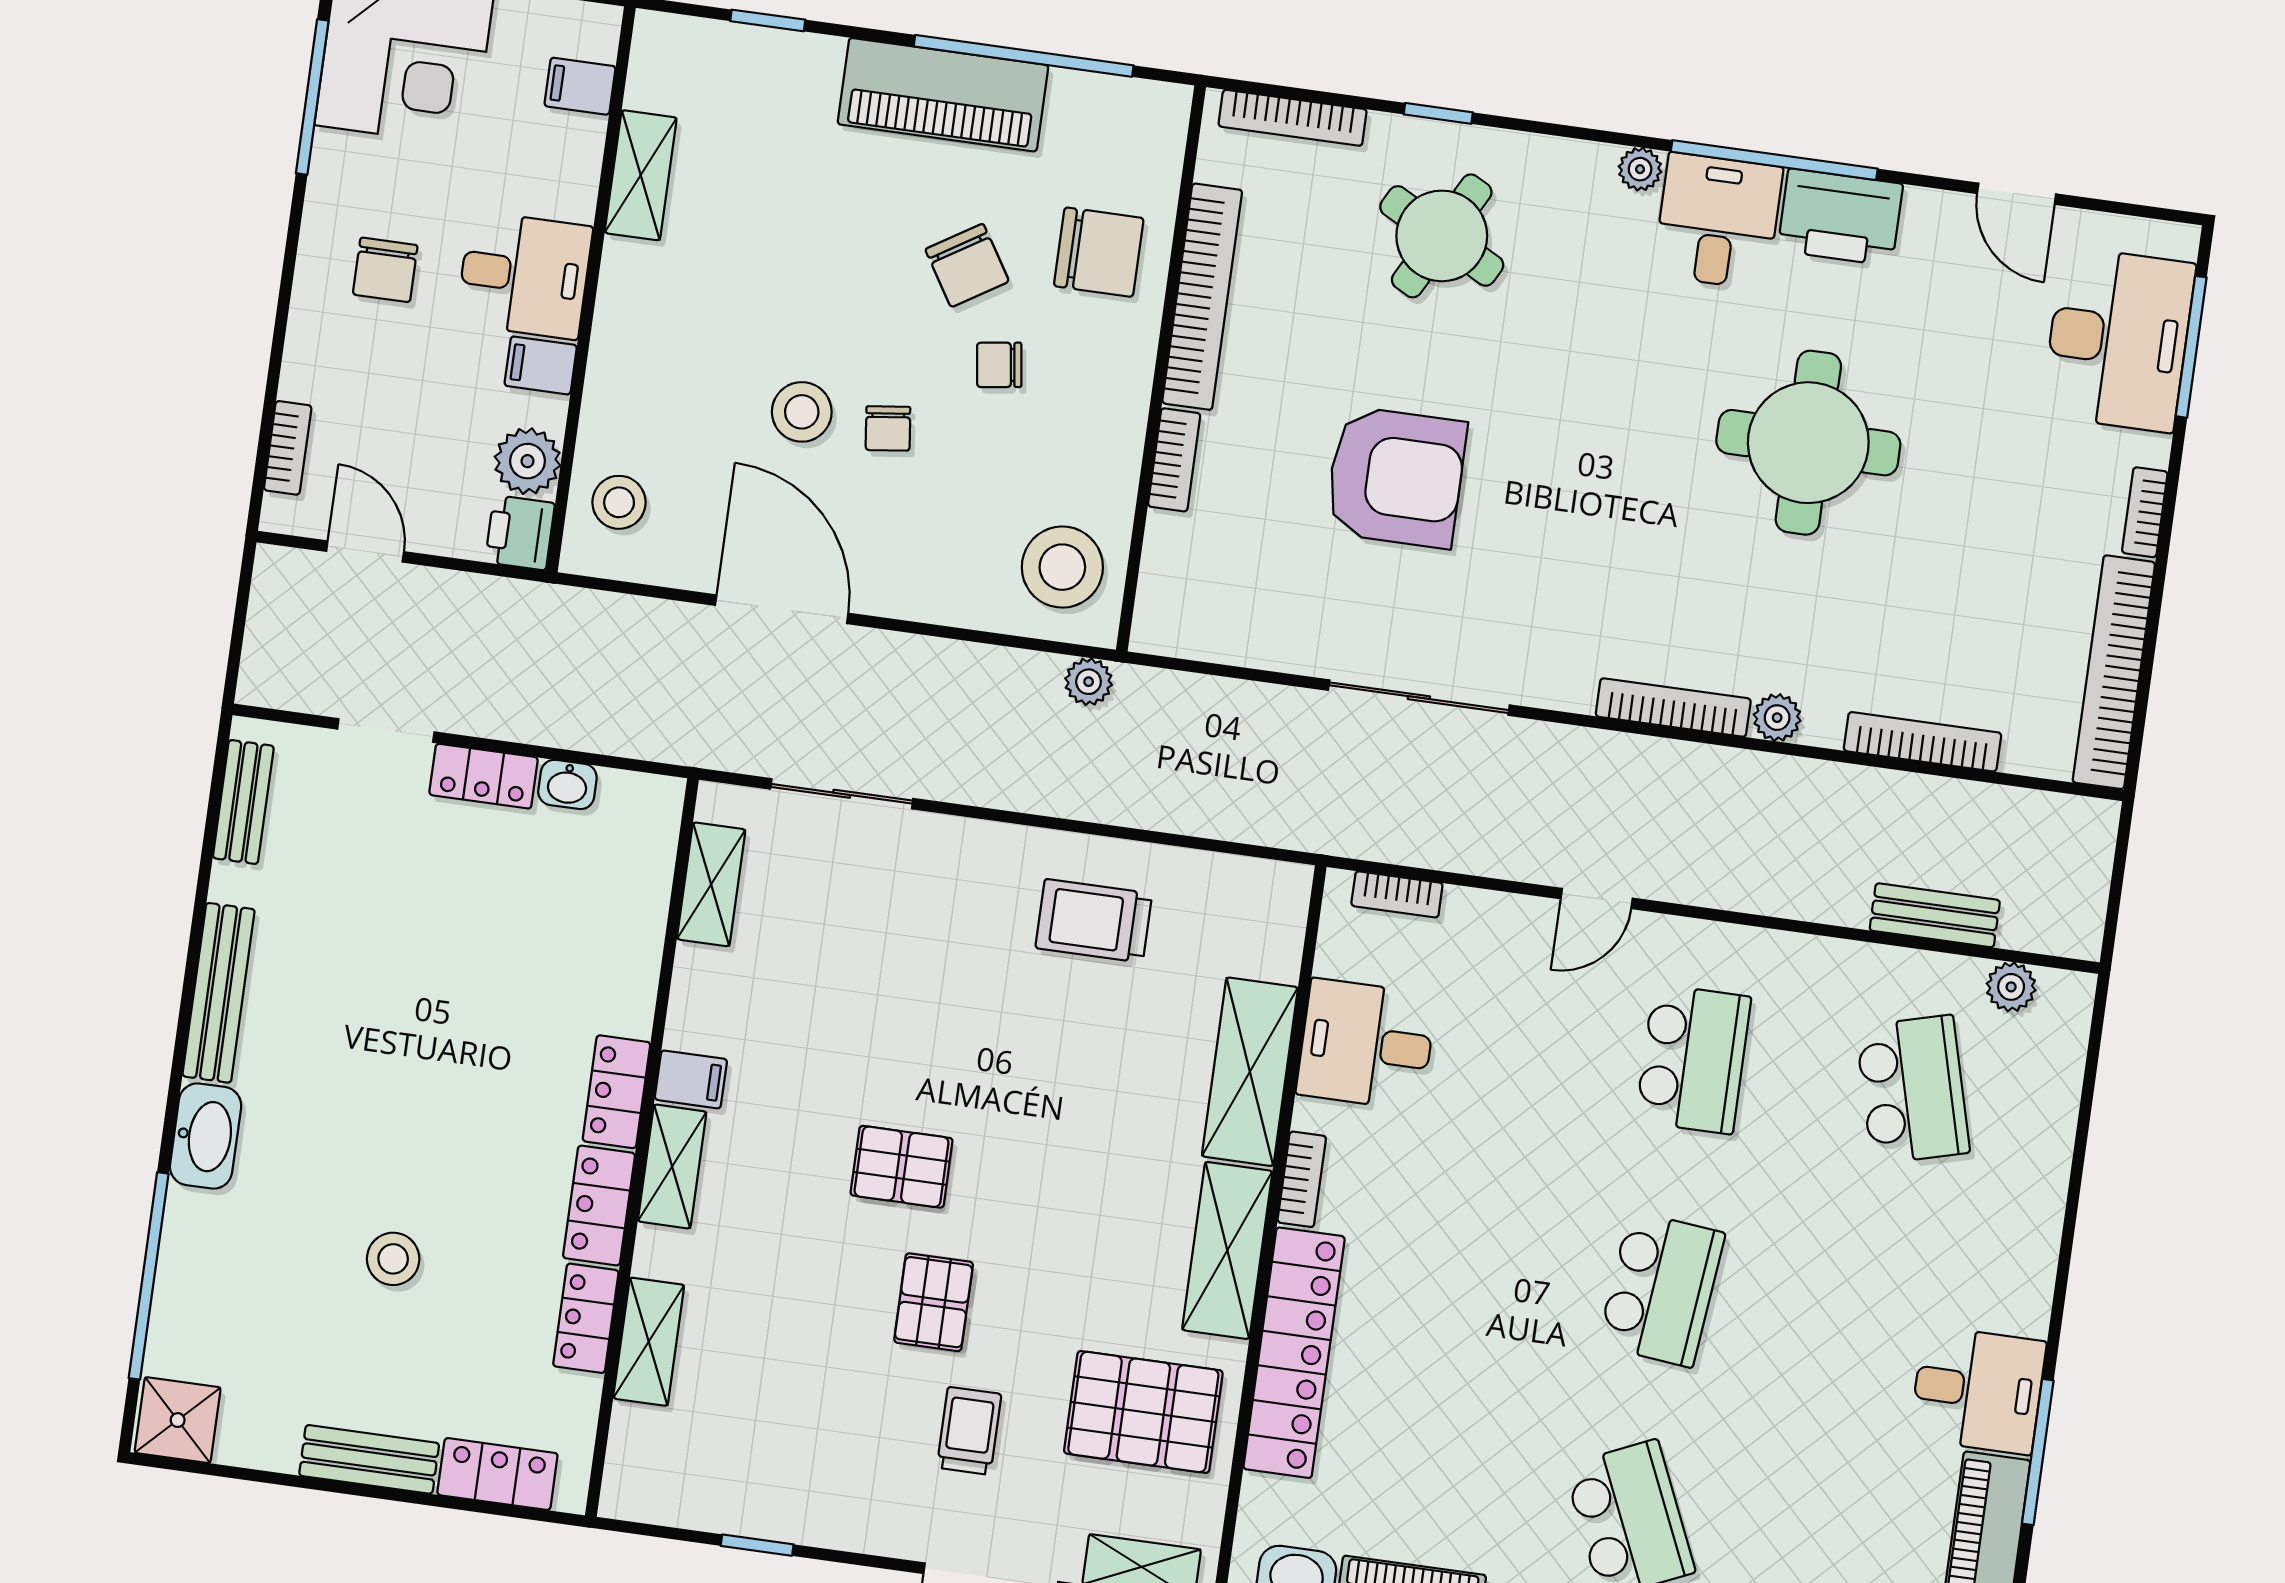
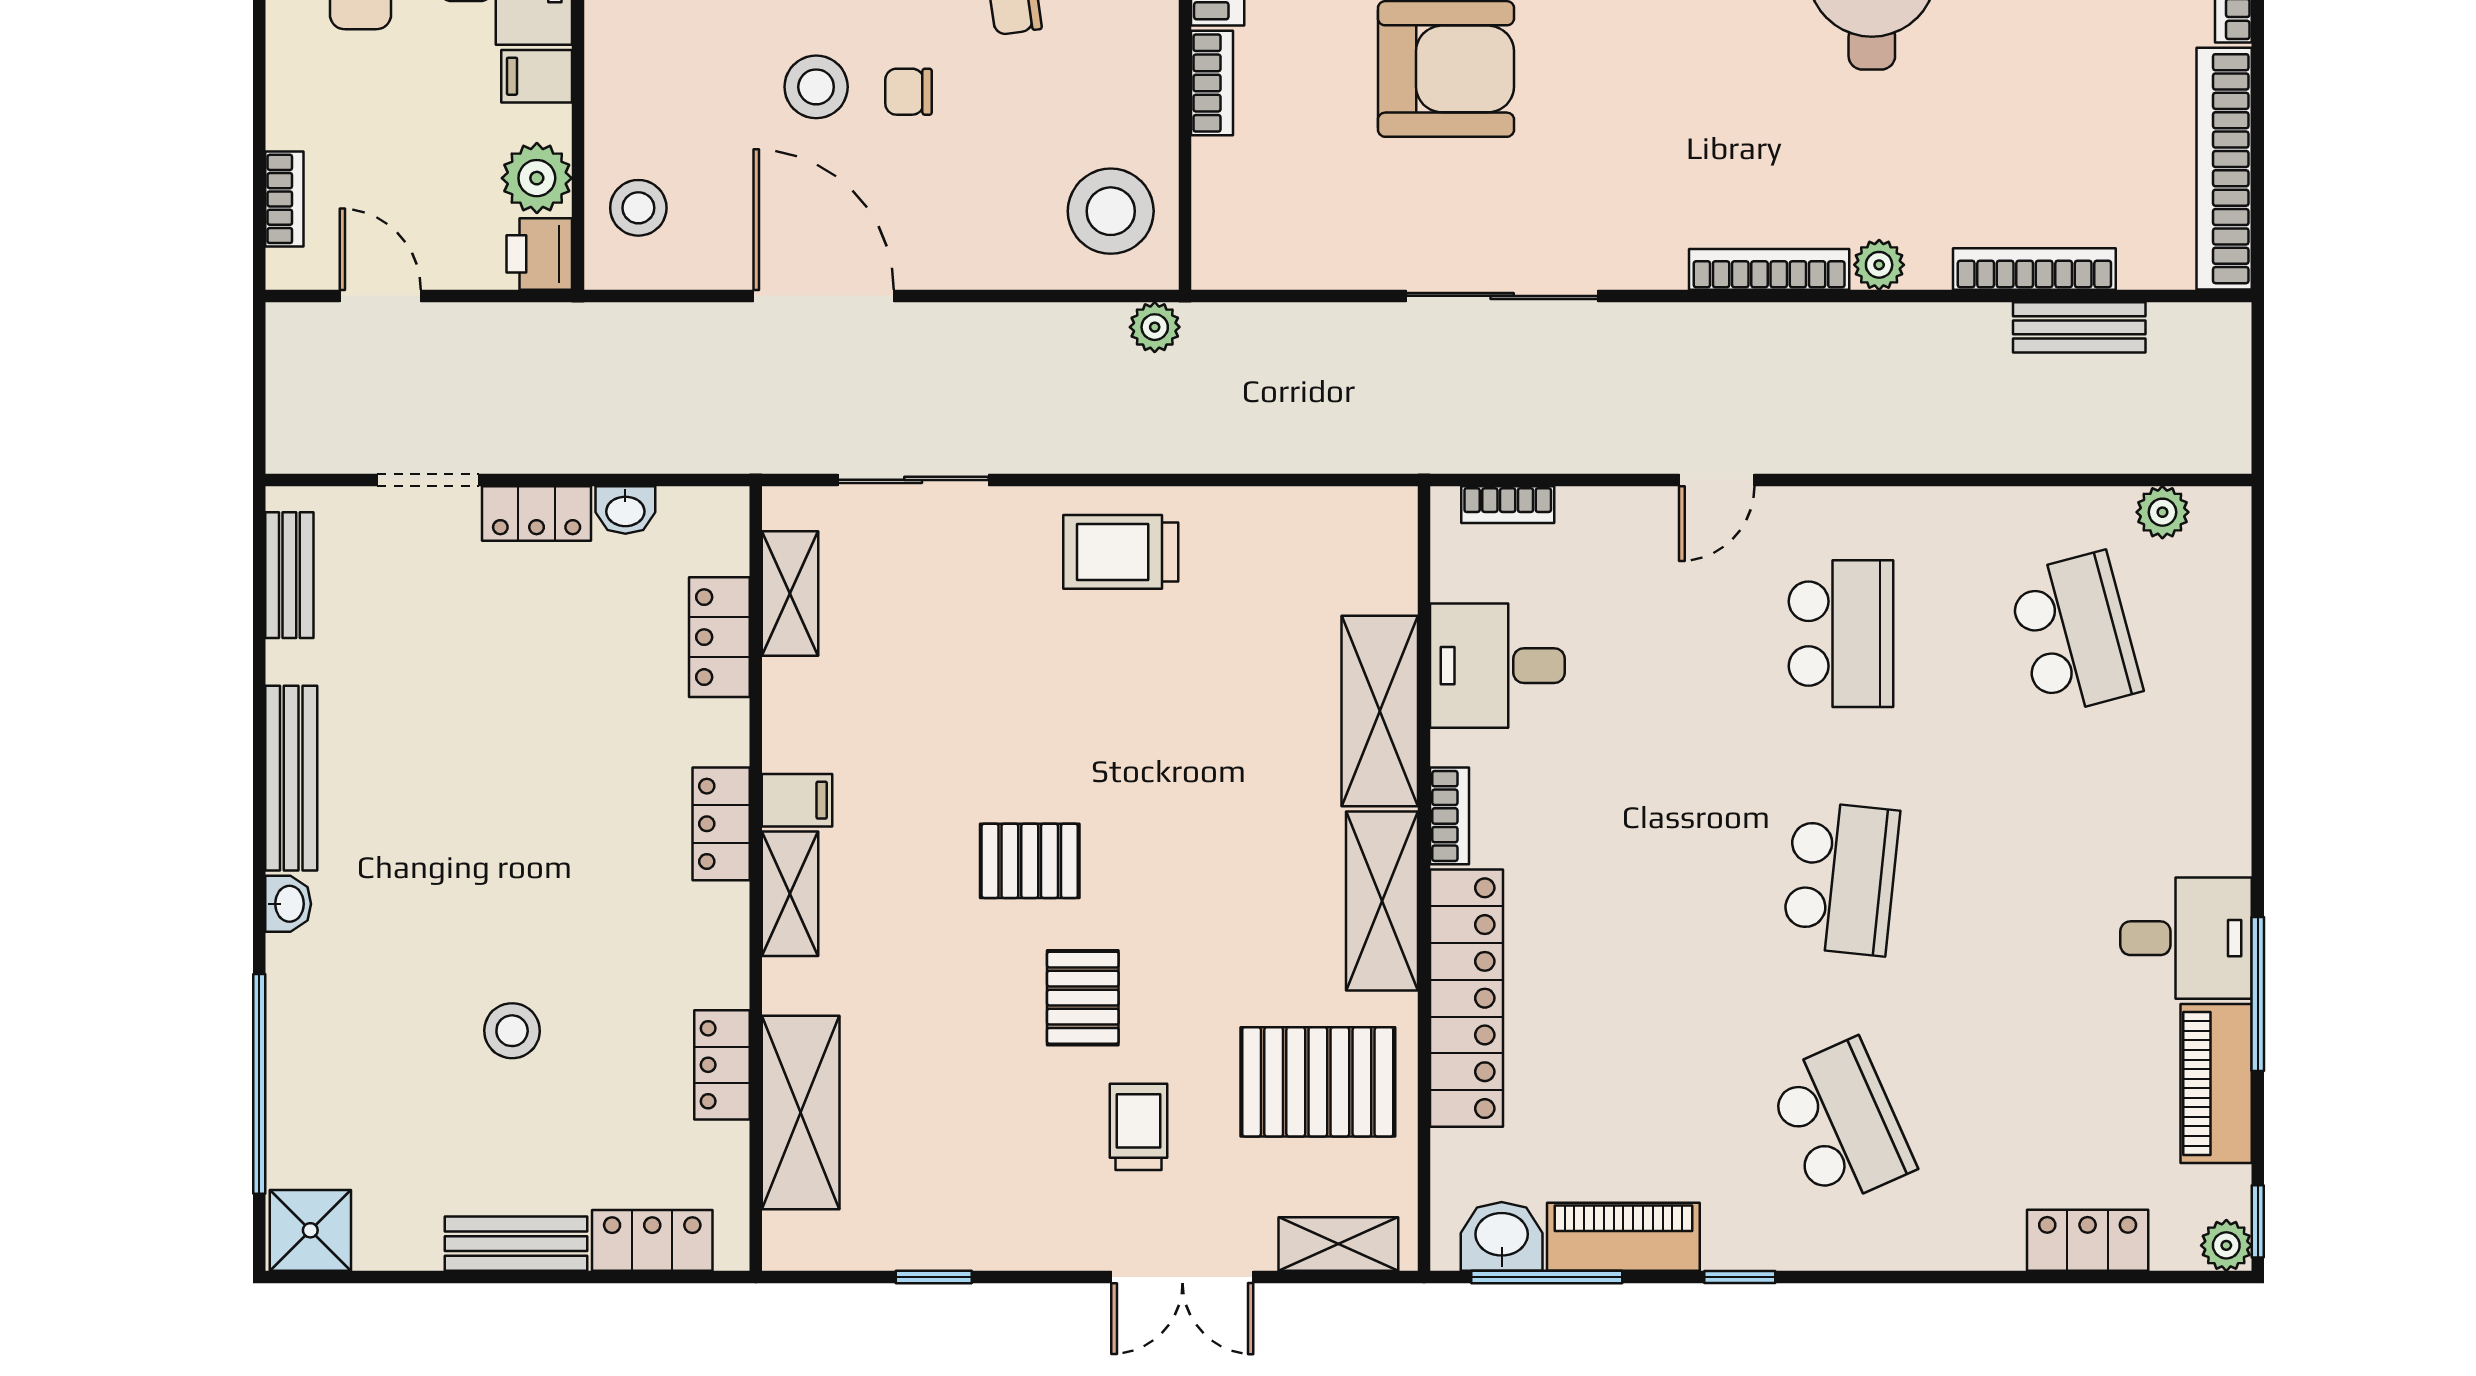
chair: (888, 428) -> (909, 92), turned 97
bench: (1935, 915) -> (2079, 327), moved
trolley: (1094, 921) -> (1121, 552), moved
washbasin: (206, 1136) -> (288, 904), width x0.52, depth x0.69
locker: (599, 1206) -> (719, 637), moved
shelving: (649, 1342) -> (801, 1113), width x1.50, depth x1.33

